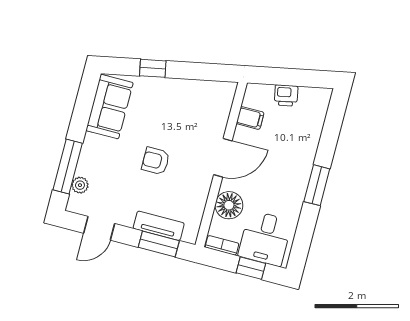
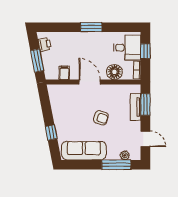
window: (284, 77) -> (37, 61), added
printer: (286, 95) -> (45, 44), moved
sofa: (109, 107) -> (84, 151), width x1.36
armchair: (156, 161) -> (101, 118), turned -72

